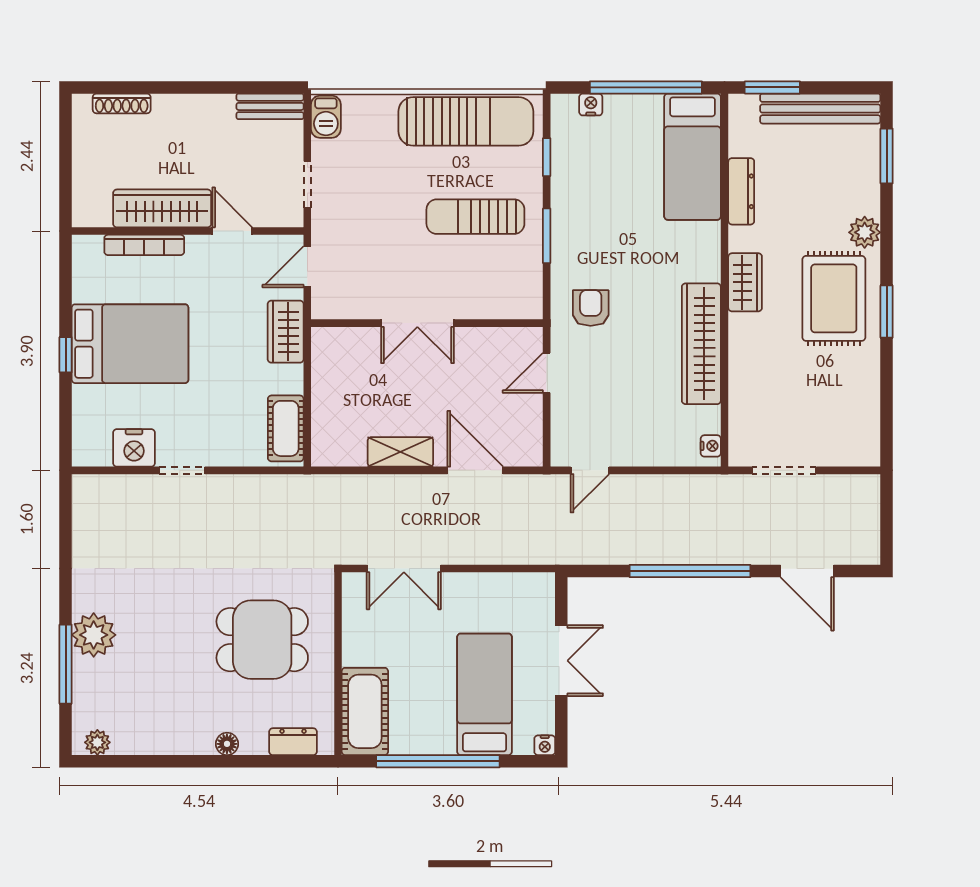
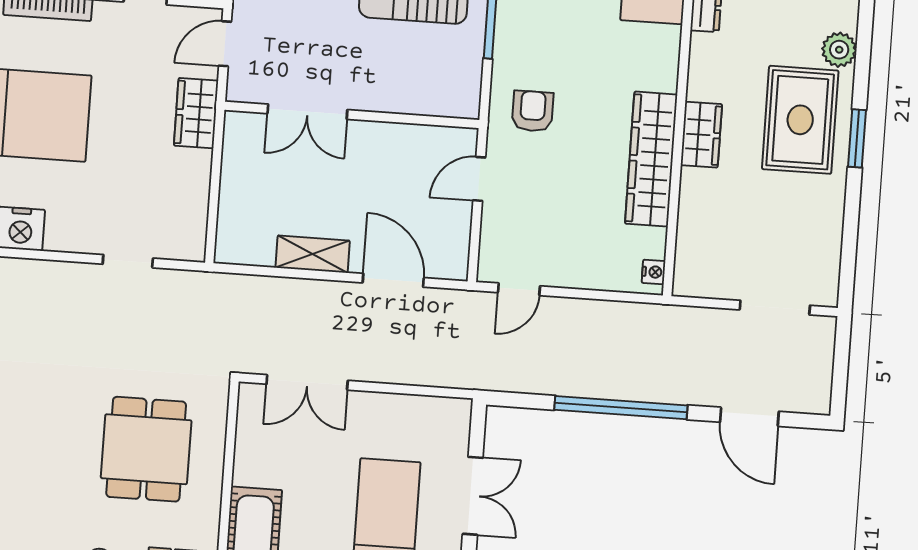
wardrobe: (745, 282) -> (701, 135), moved
double door: (417, 323) -> (307, 112), moved
cot: (286, 428) -> (189, 219), removed
doorway: (182, 470) -> (128, 261), moved
doorway: (784, 470) -> (775, 308), moved
dining table: (262, 640) -> (146, 449), turned 90

